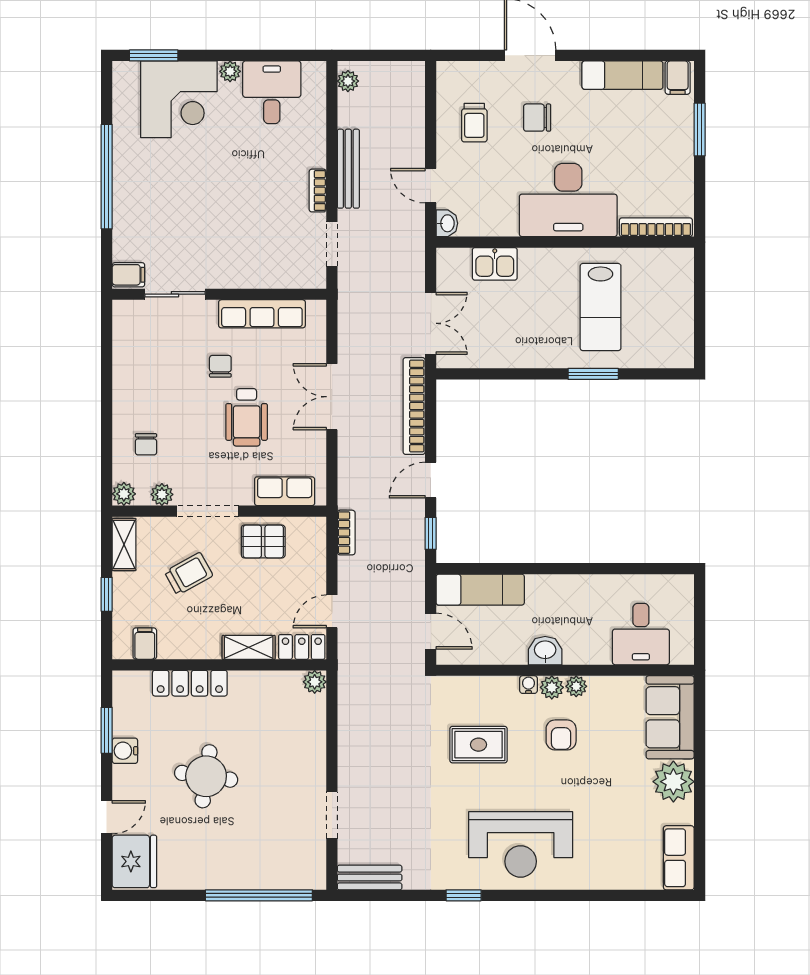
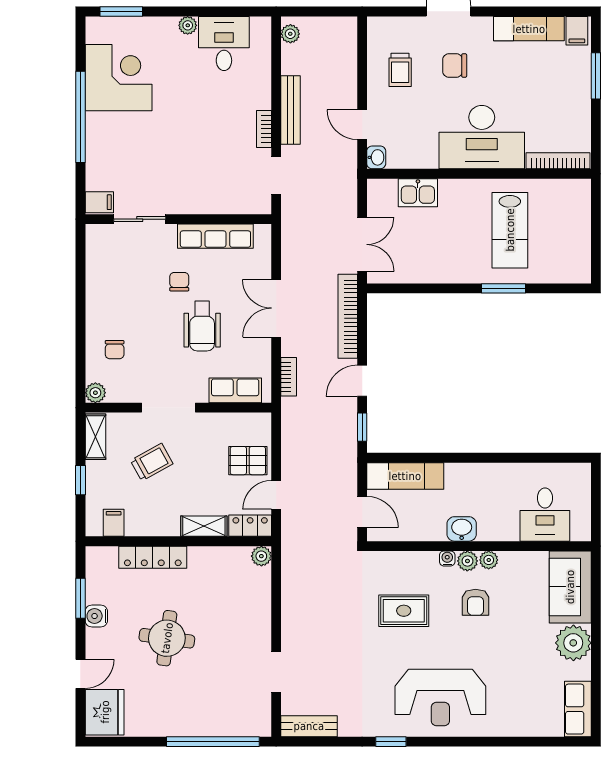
corner desk: (179, 99) -> (119, 78), moved, turned -90
plant: (162, 494) -> (128, 393), removed
bookcase: (346, 533) -> (289, 377), moved
pallet: (263, 541) -> (248, 461), moved

